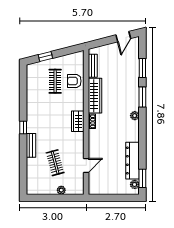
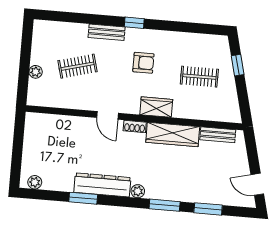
armchair: (74, 81) -> (143, 63), moved, turned 90
wardrobe: (78, 121) -> (156, 107), moved
dresser: (132, 161) -> (102, 185), moved
door: (86, 166) -> (107, 115), moved
window: (142, 178) -> (83, 198), moved

